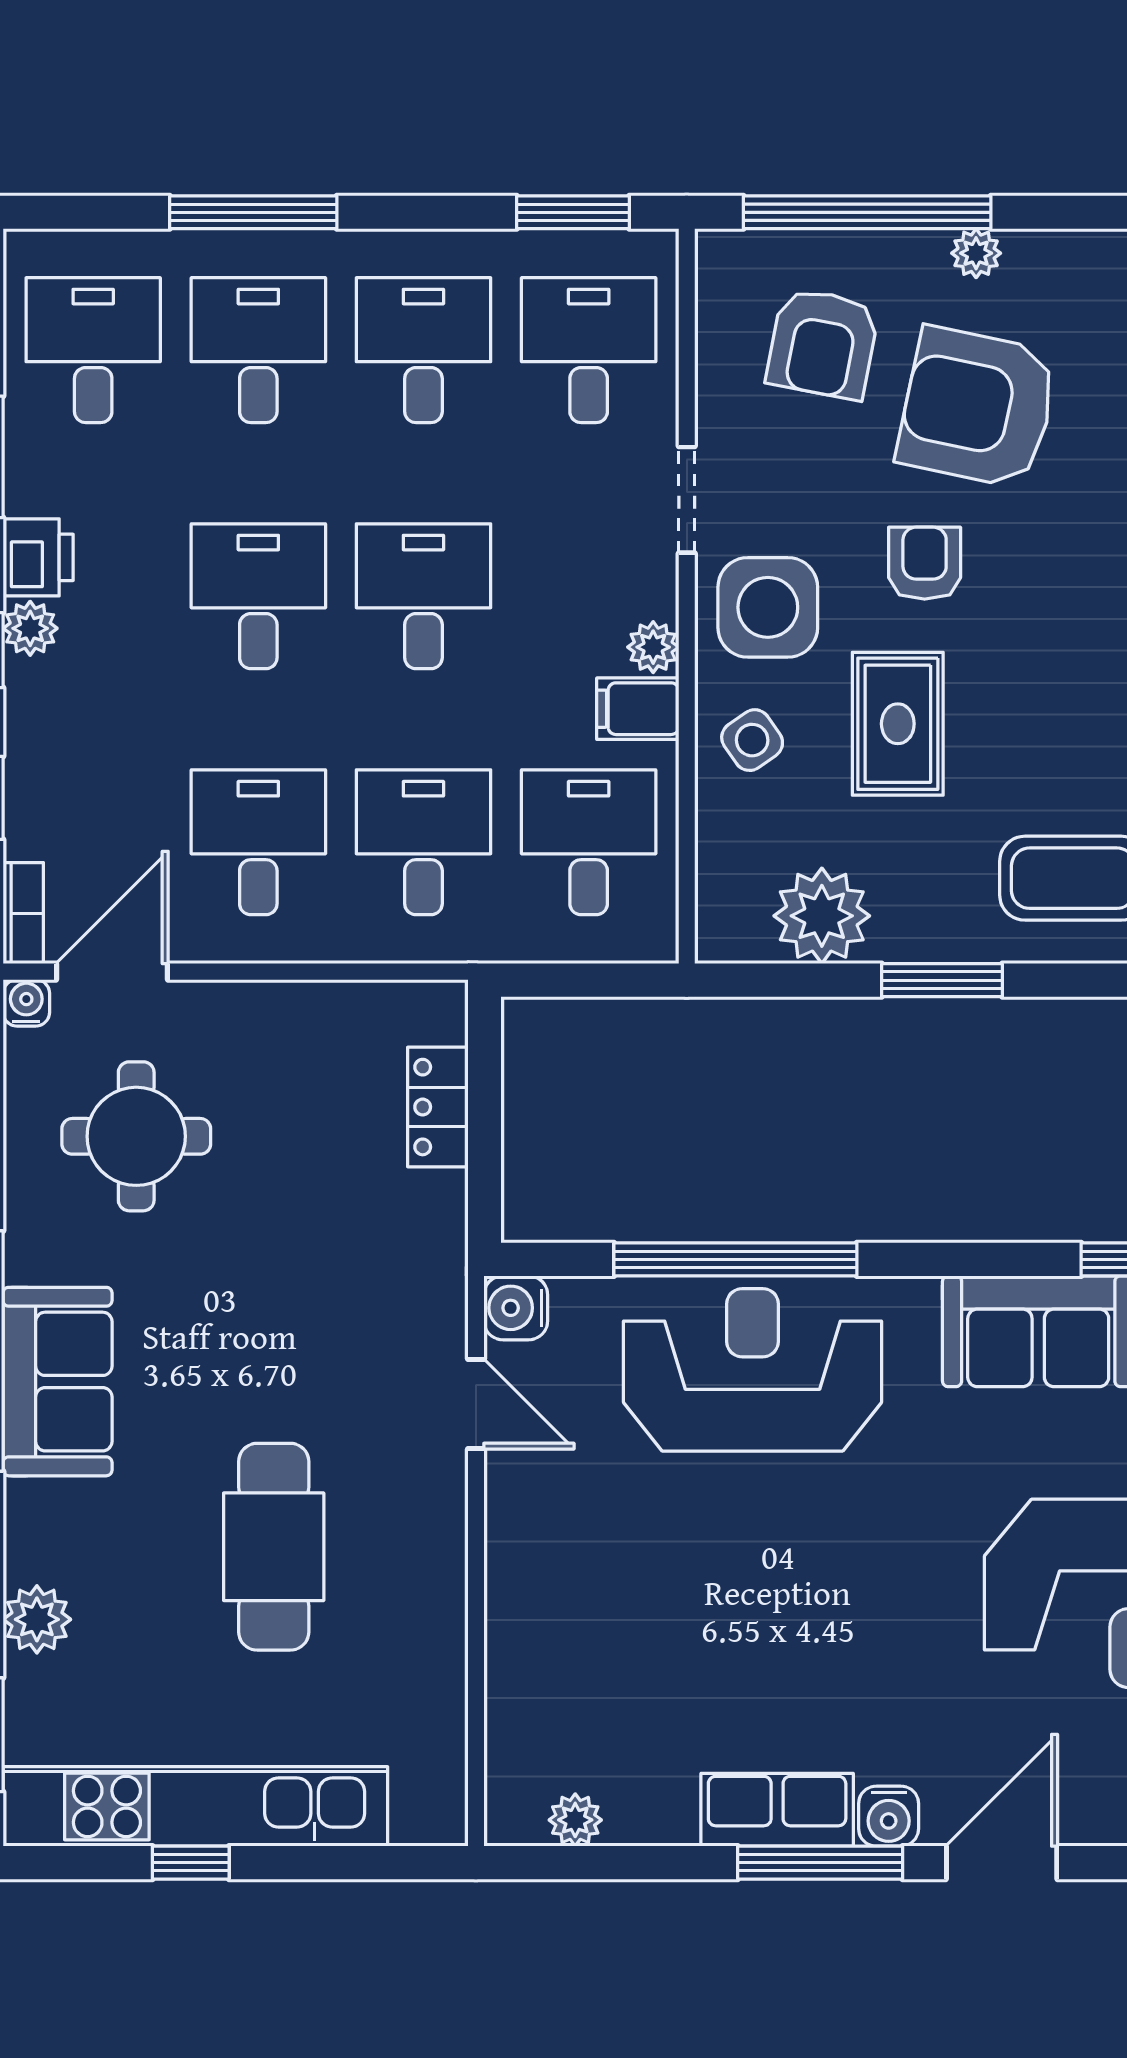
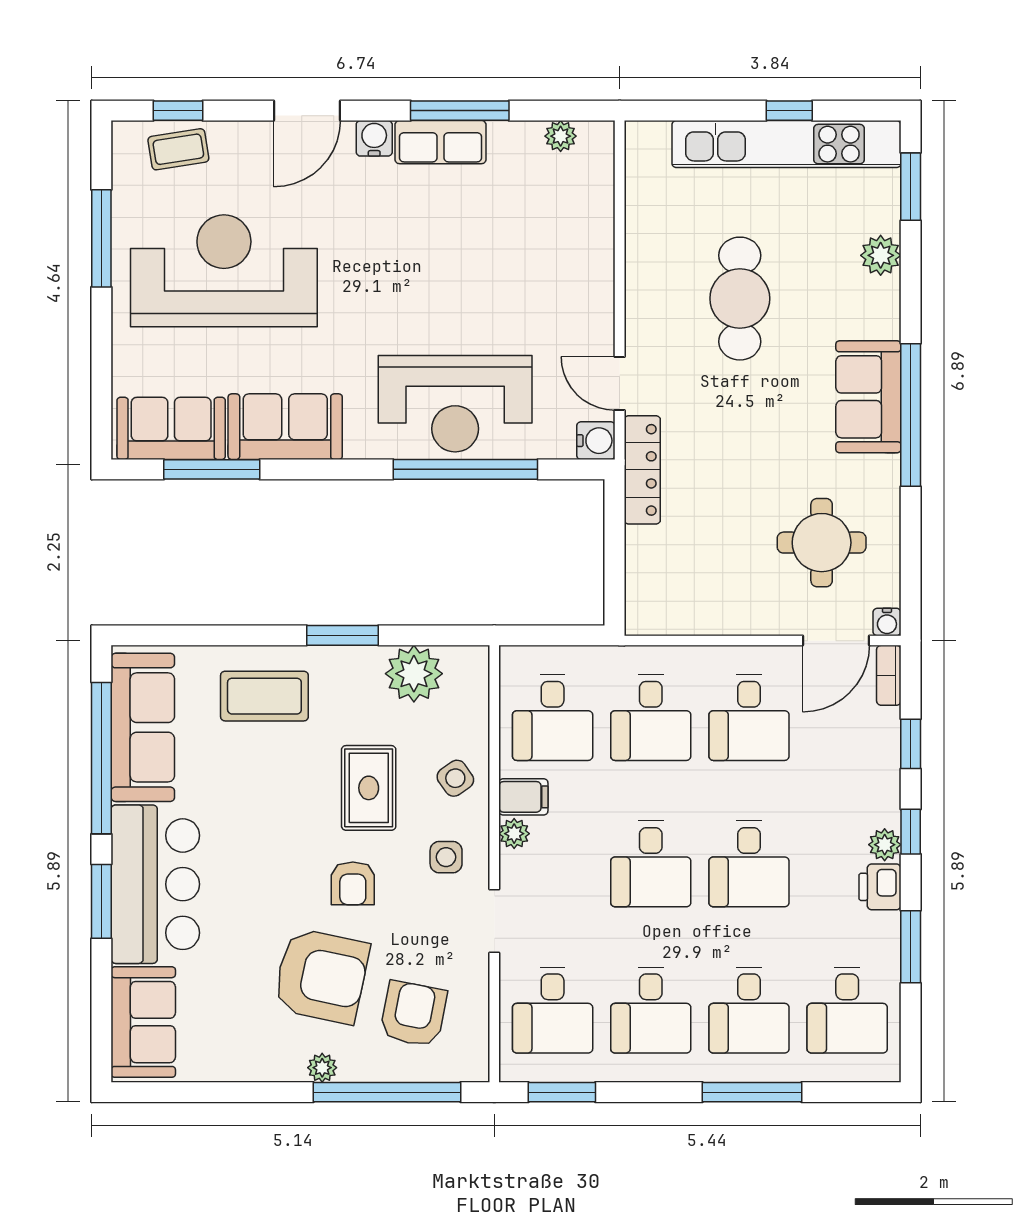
side table: (768, 607) -> (446, 857), width x0.54, depth x0.54
locker: (438, 1107) -> (642, 470), moved, width x1.53
window: (820, 1863) -> (460, 111), moved

